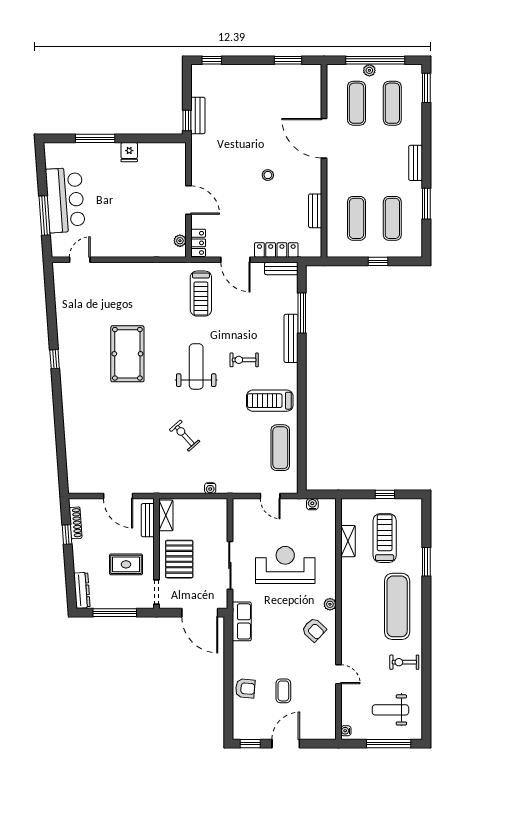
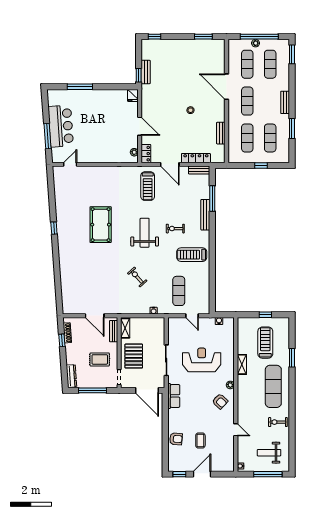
fridge: (129, 152) -> (133, 95), moved
exercise mat: (356, 161) -> (247, 101), added
exercise mat: (280, 448) -> (179, 291), moved
shelving: (348, 541) -> (242, 364), moved

